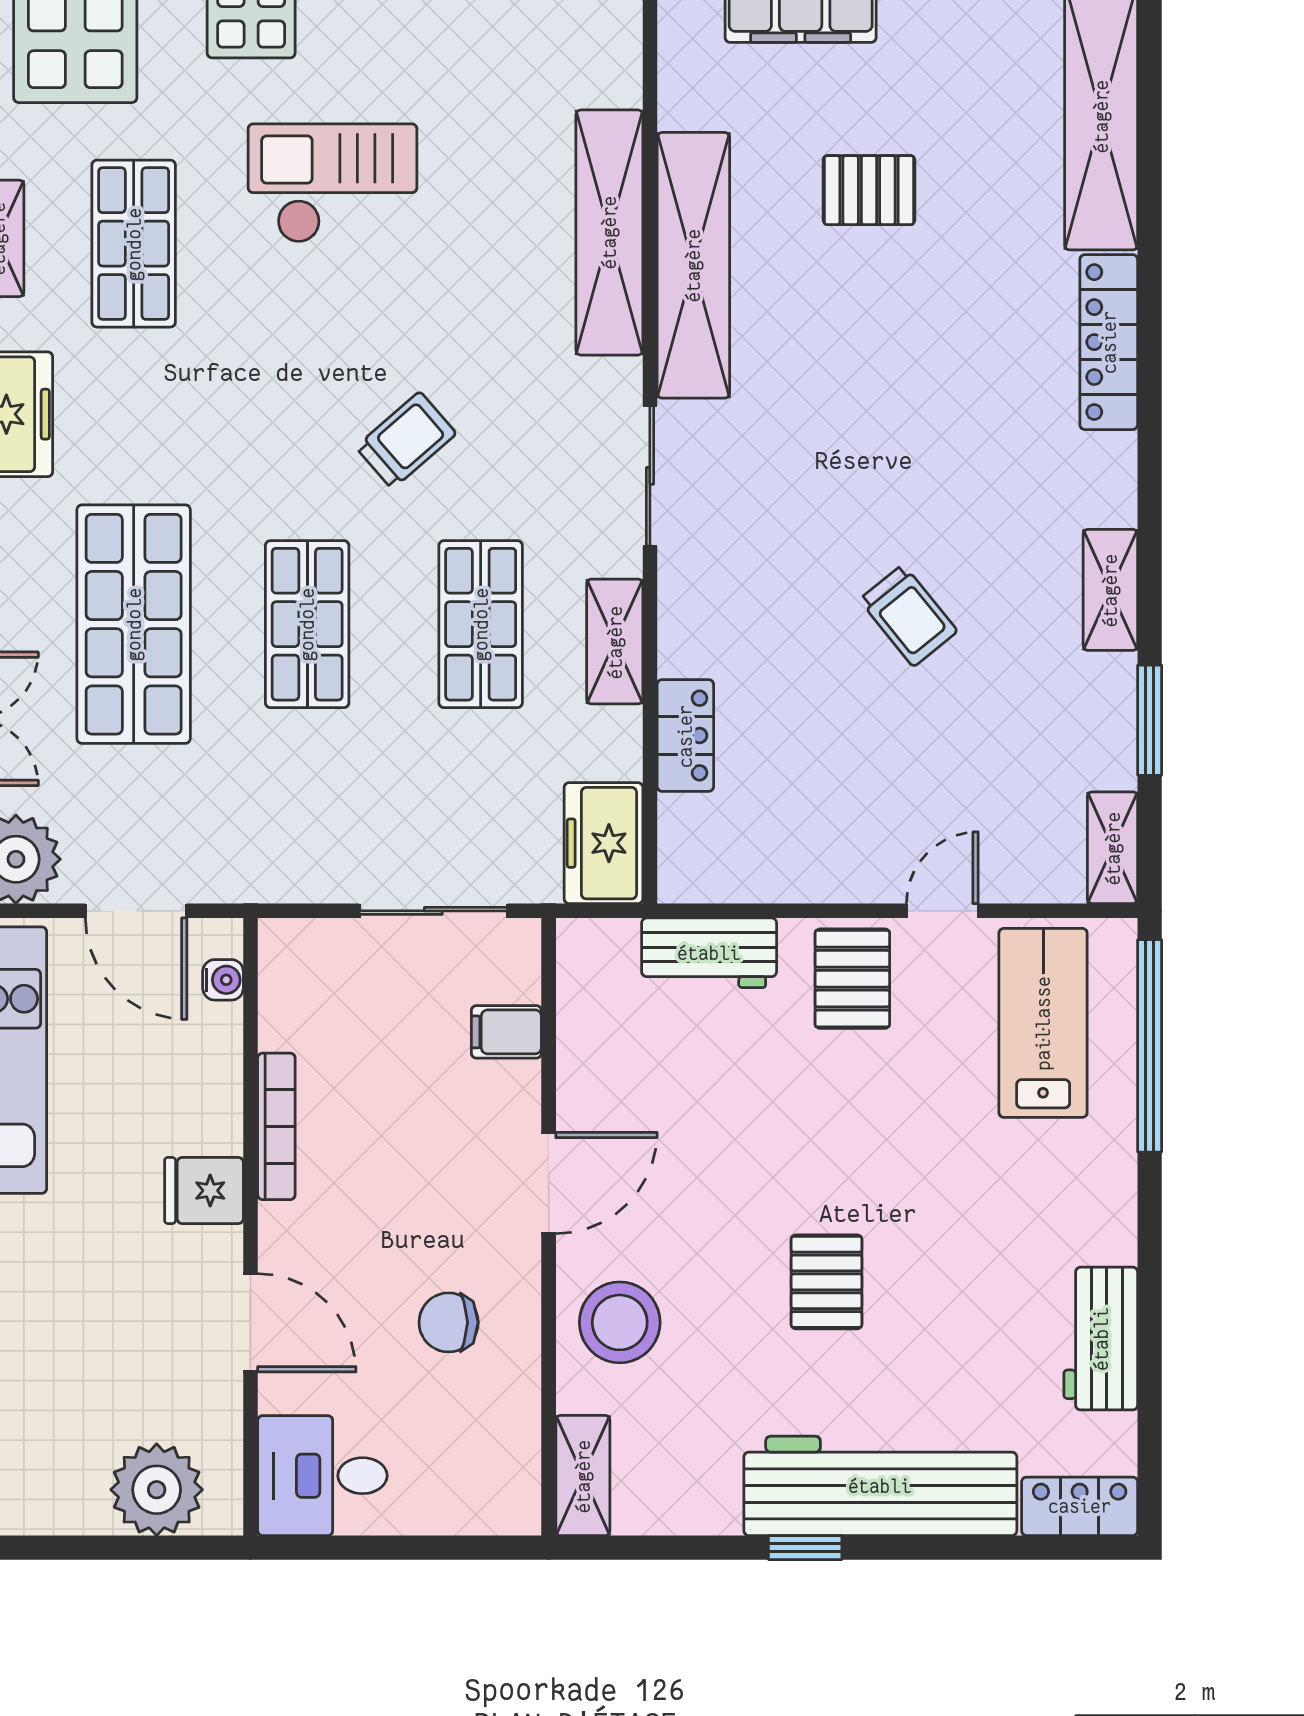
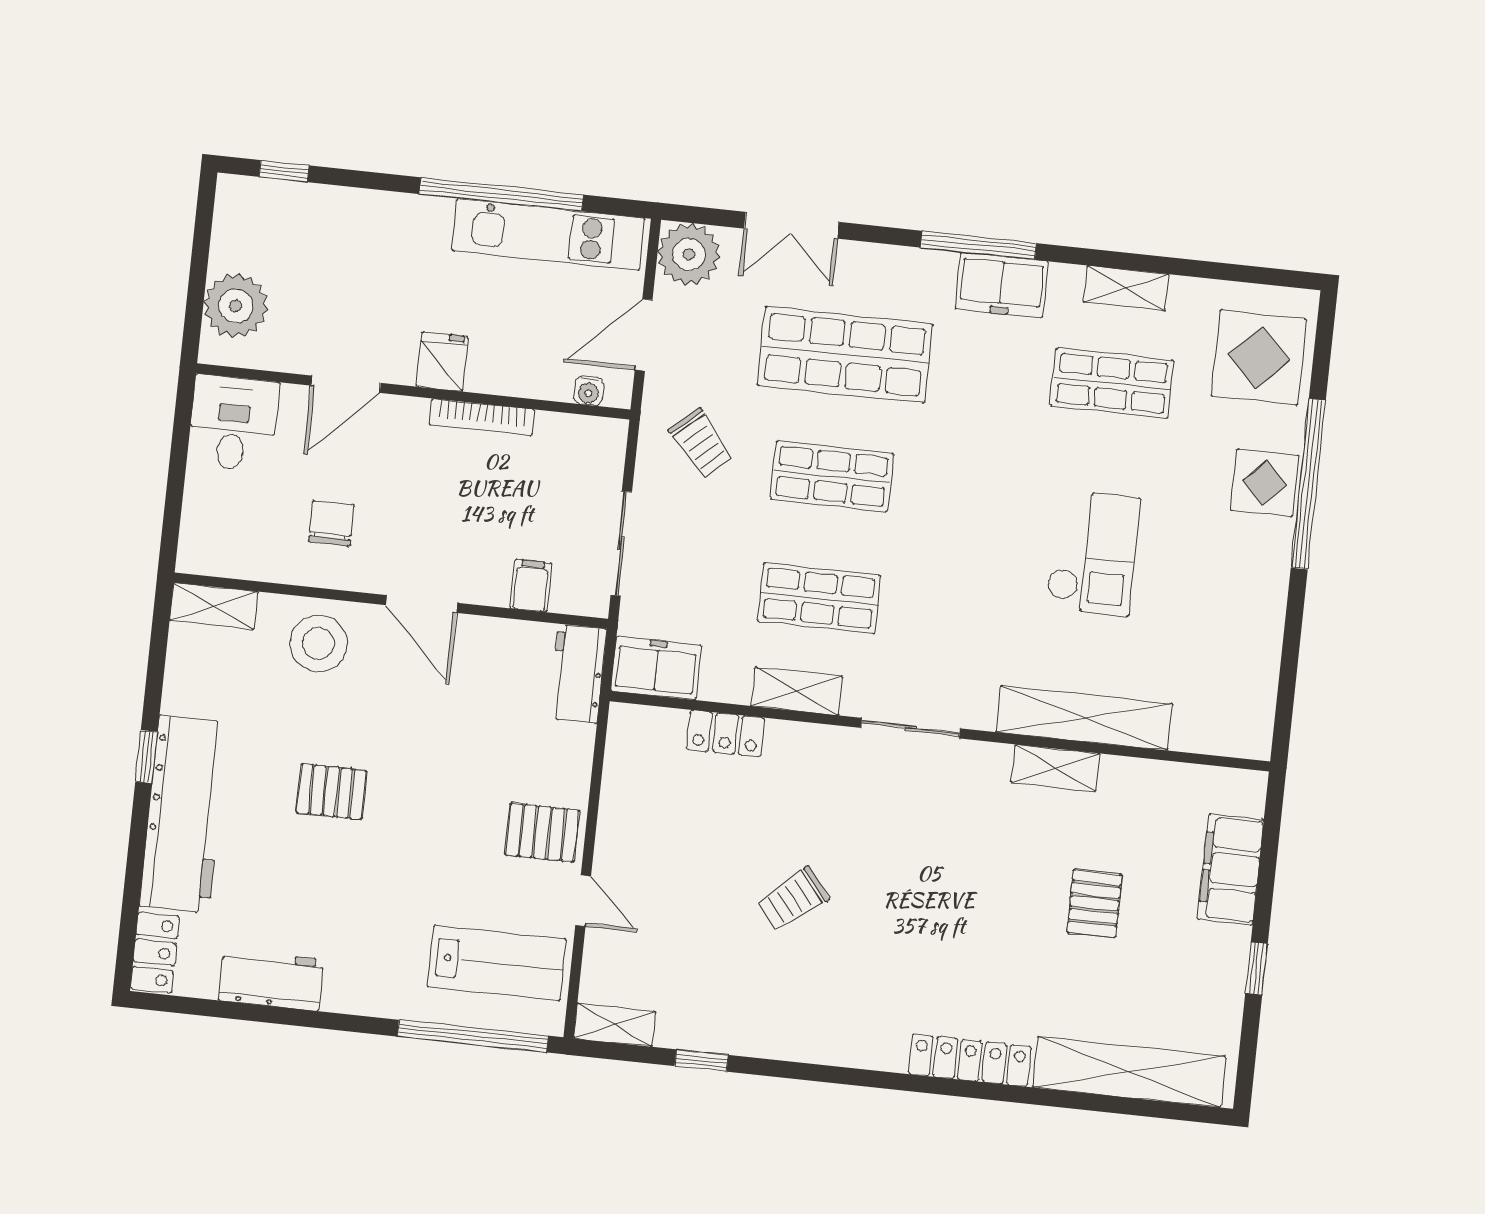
checkout: (332, 183) -> (1093, 553), moved
shelving: (693, 265) -> (1056, 768), width x0.45, depth x0.75
trolley: (406, 440) -> (701, 443), moved
shelving: (1110, 590) -> (796, 1043), removed
window: (1150, 720) -> (701, 1061), width x0.67
workbench: (709, 953) -> (578, 674), moved

